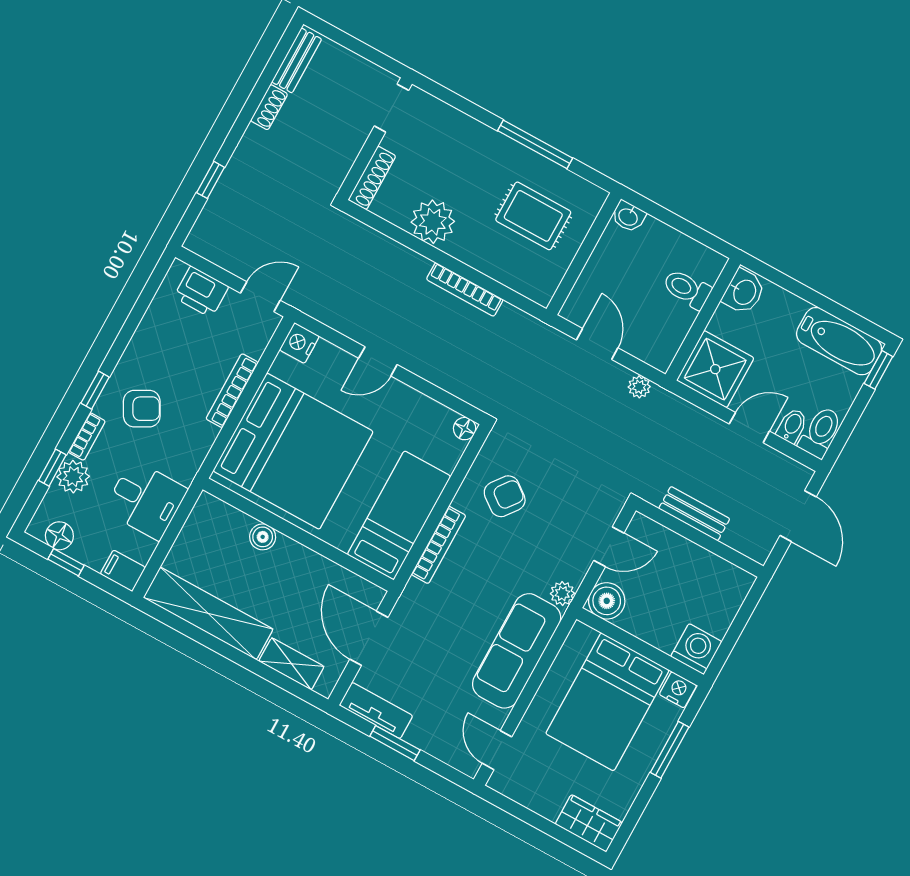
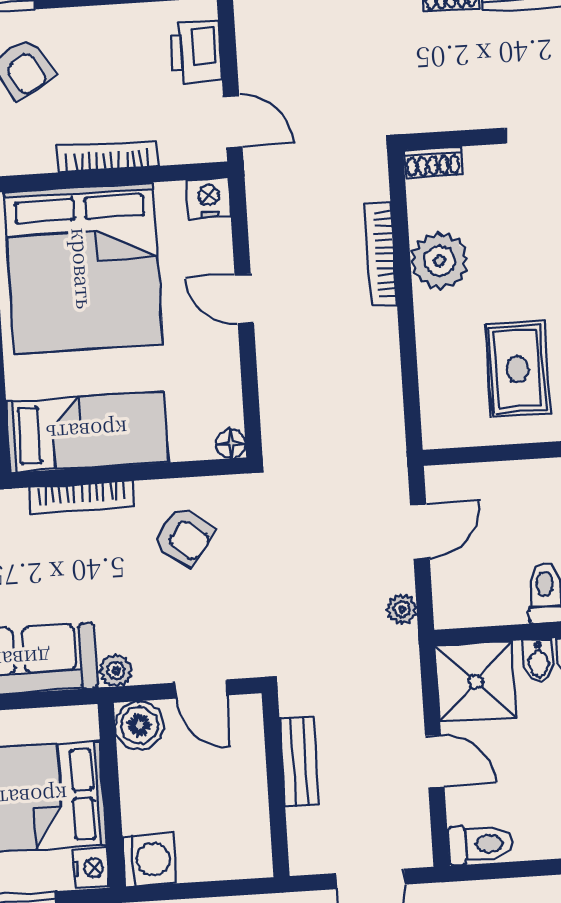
shoe rack: (372, 178) -> (433, 162), width x0.70
bookcase: (465, 289) -> (381, 254), moved
bidet: (792, 426) -> (539, 661), moved, turned 90

